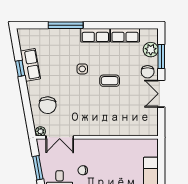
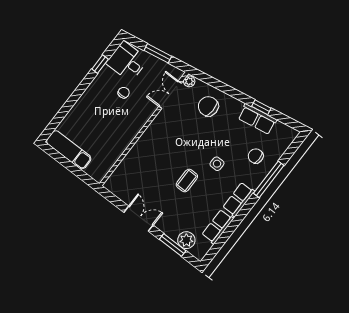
chair: (148, 72) -> (256, 156), moved

